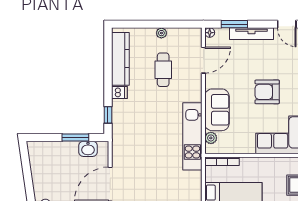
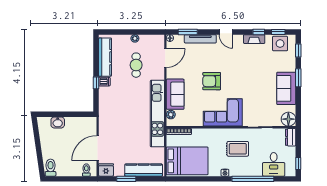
window: (108, 115) -> (96, 83), moved
kitchen unit: (192, 136) -> (157, 114), width x1.36
window: (75, 137) -> (72, 114), removed
washbasin: (88, 149) -> (58, 122), moved

